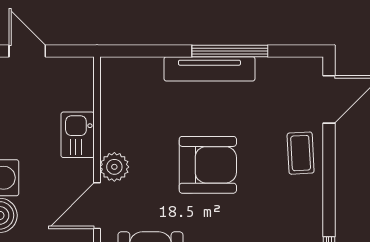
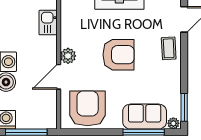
kitchen sink: (78, 135) -> (48, 23), moved

